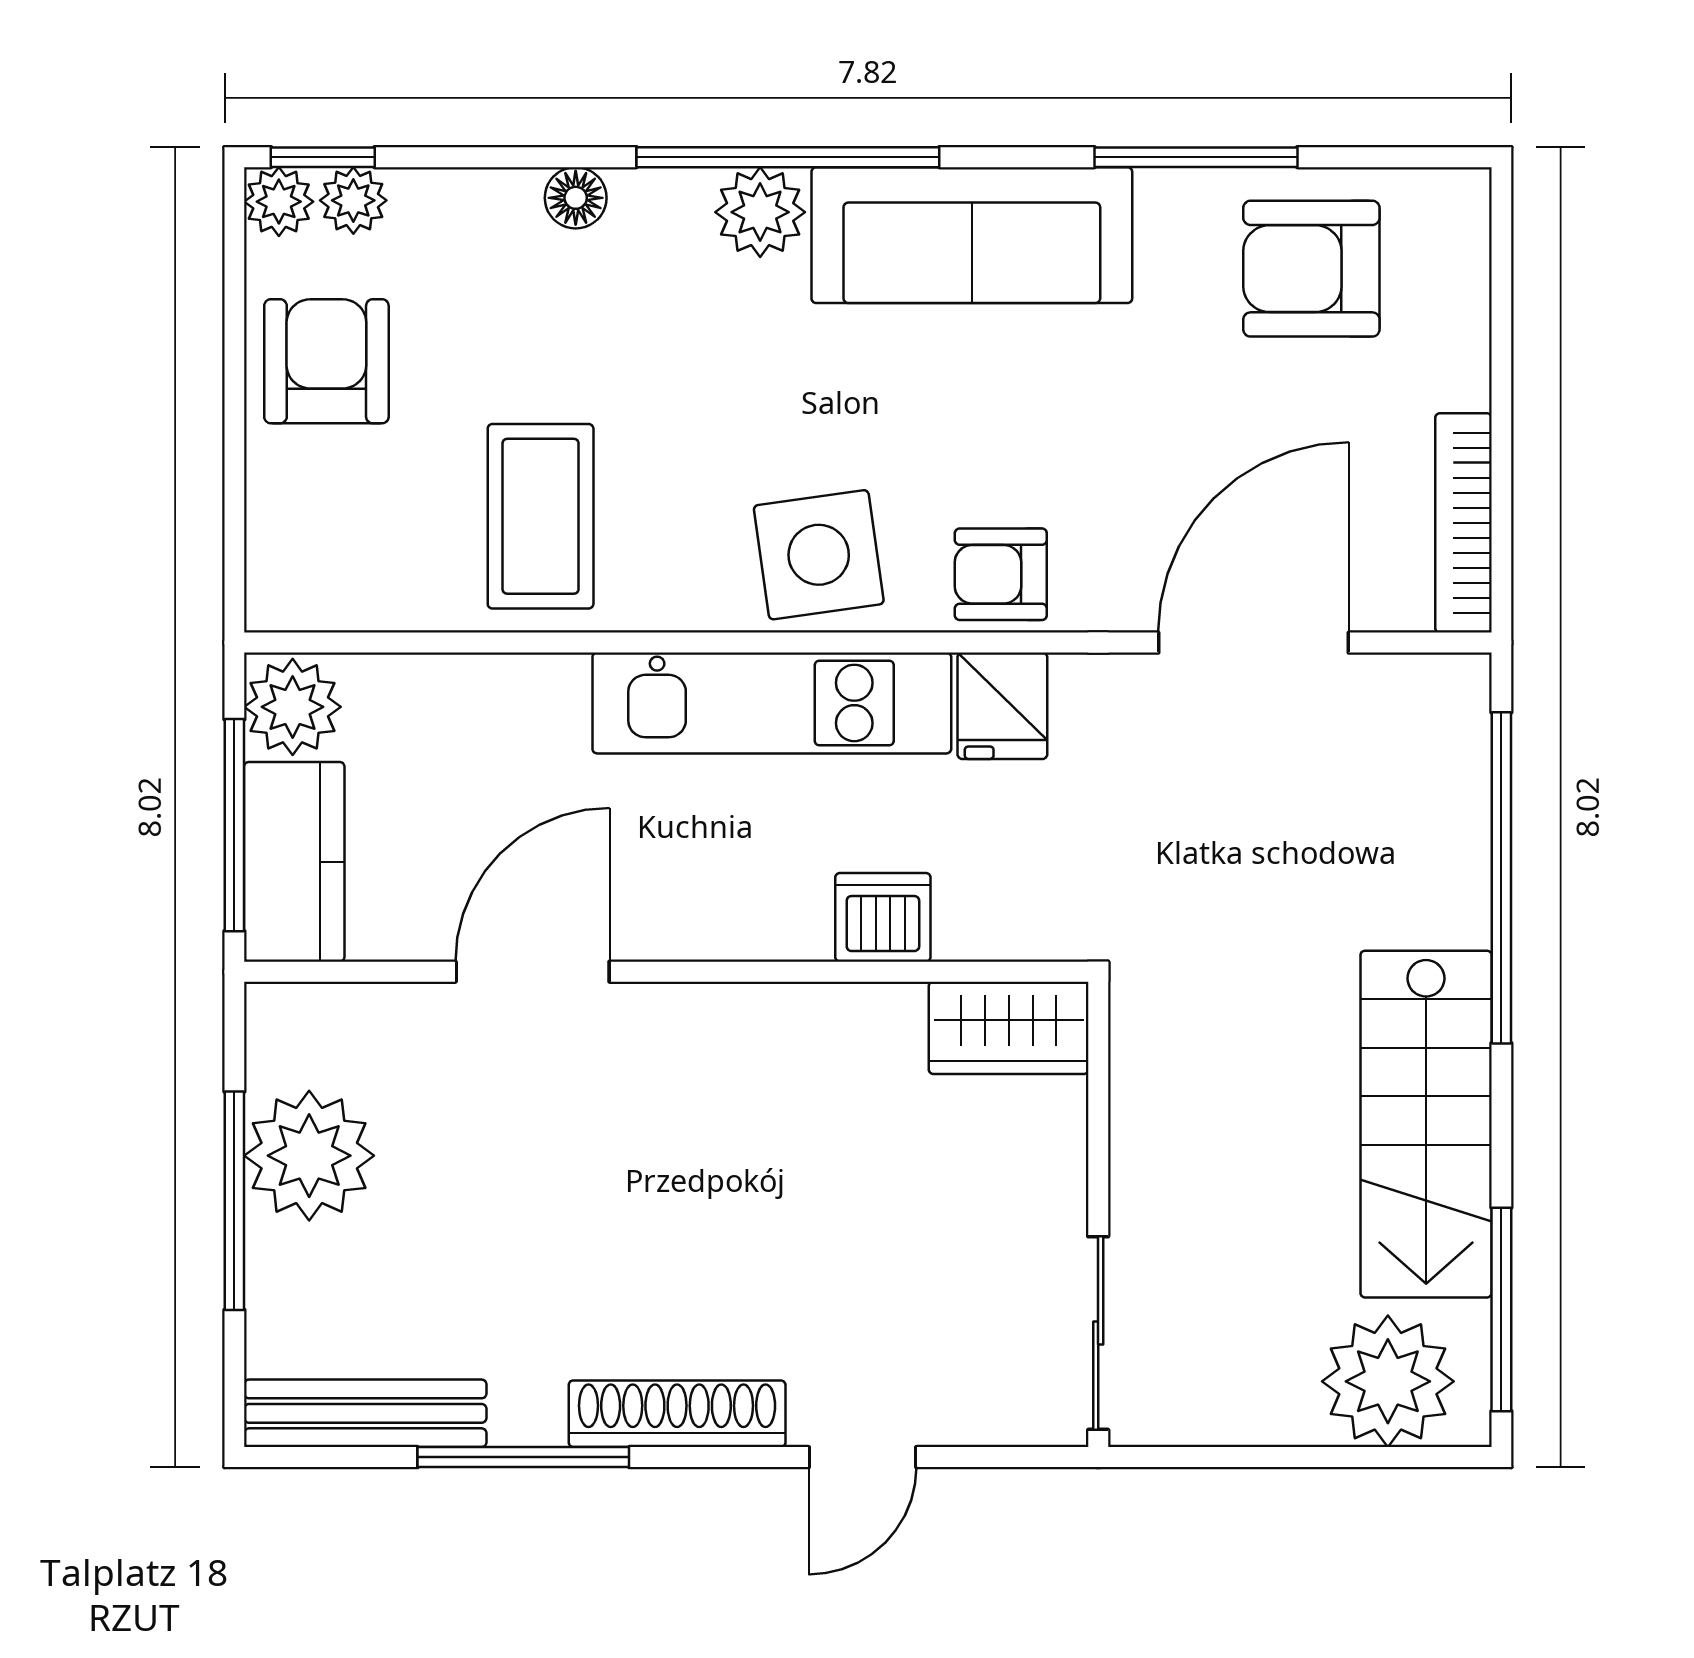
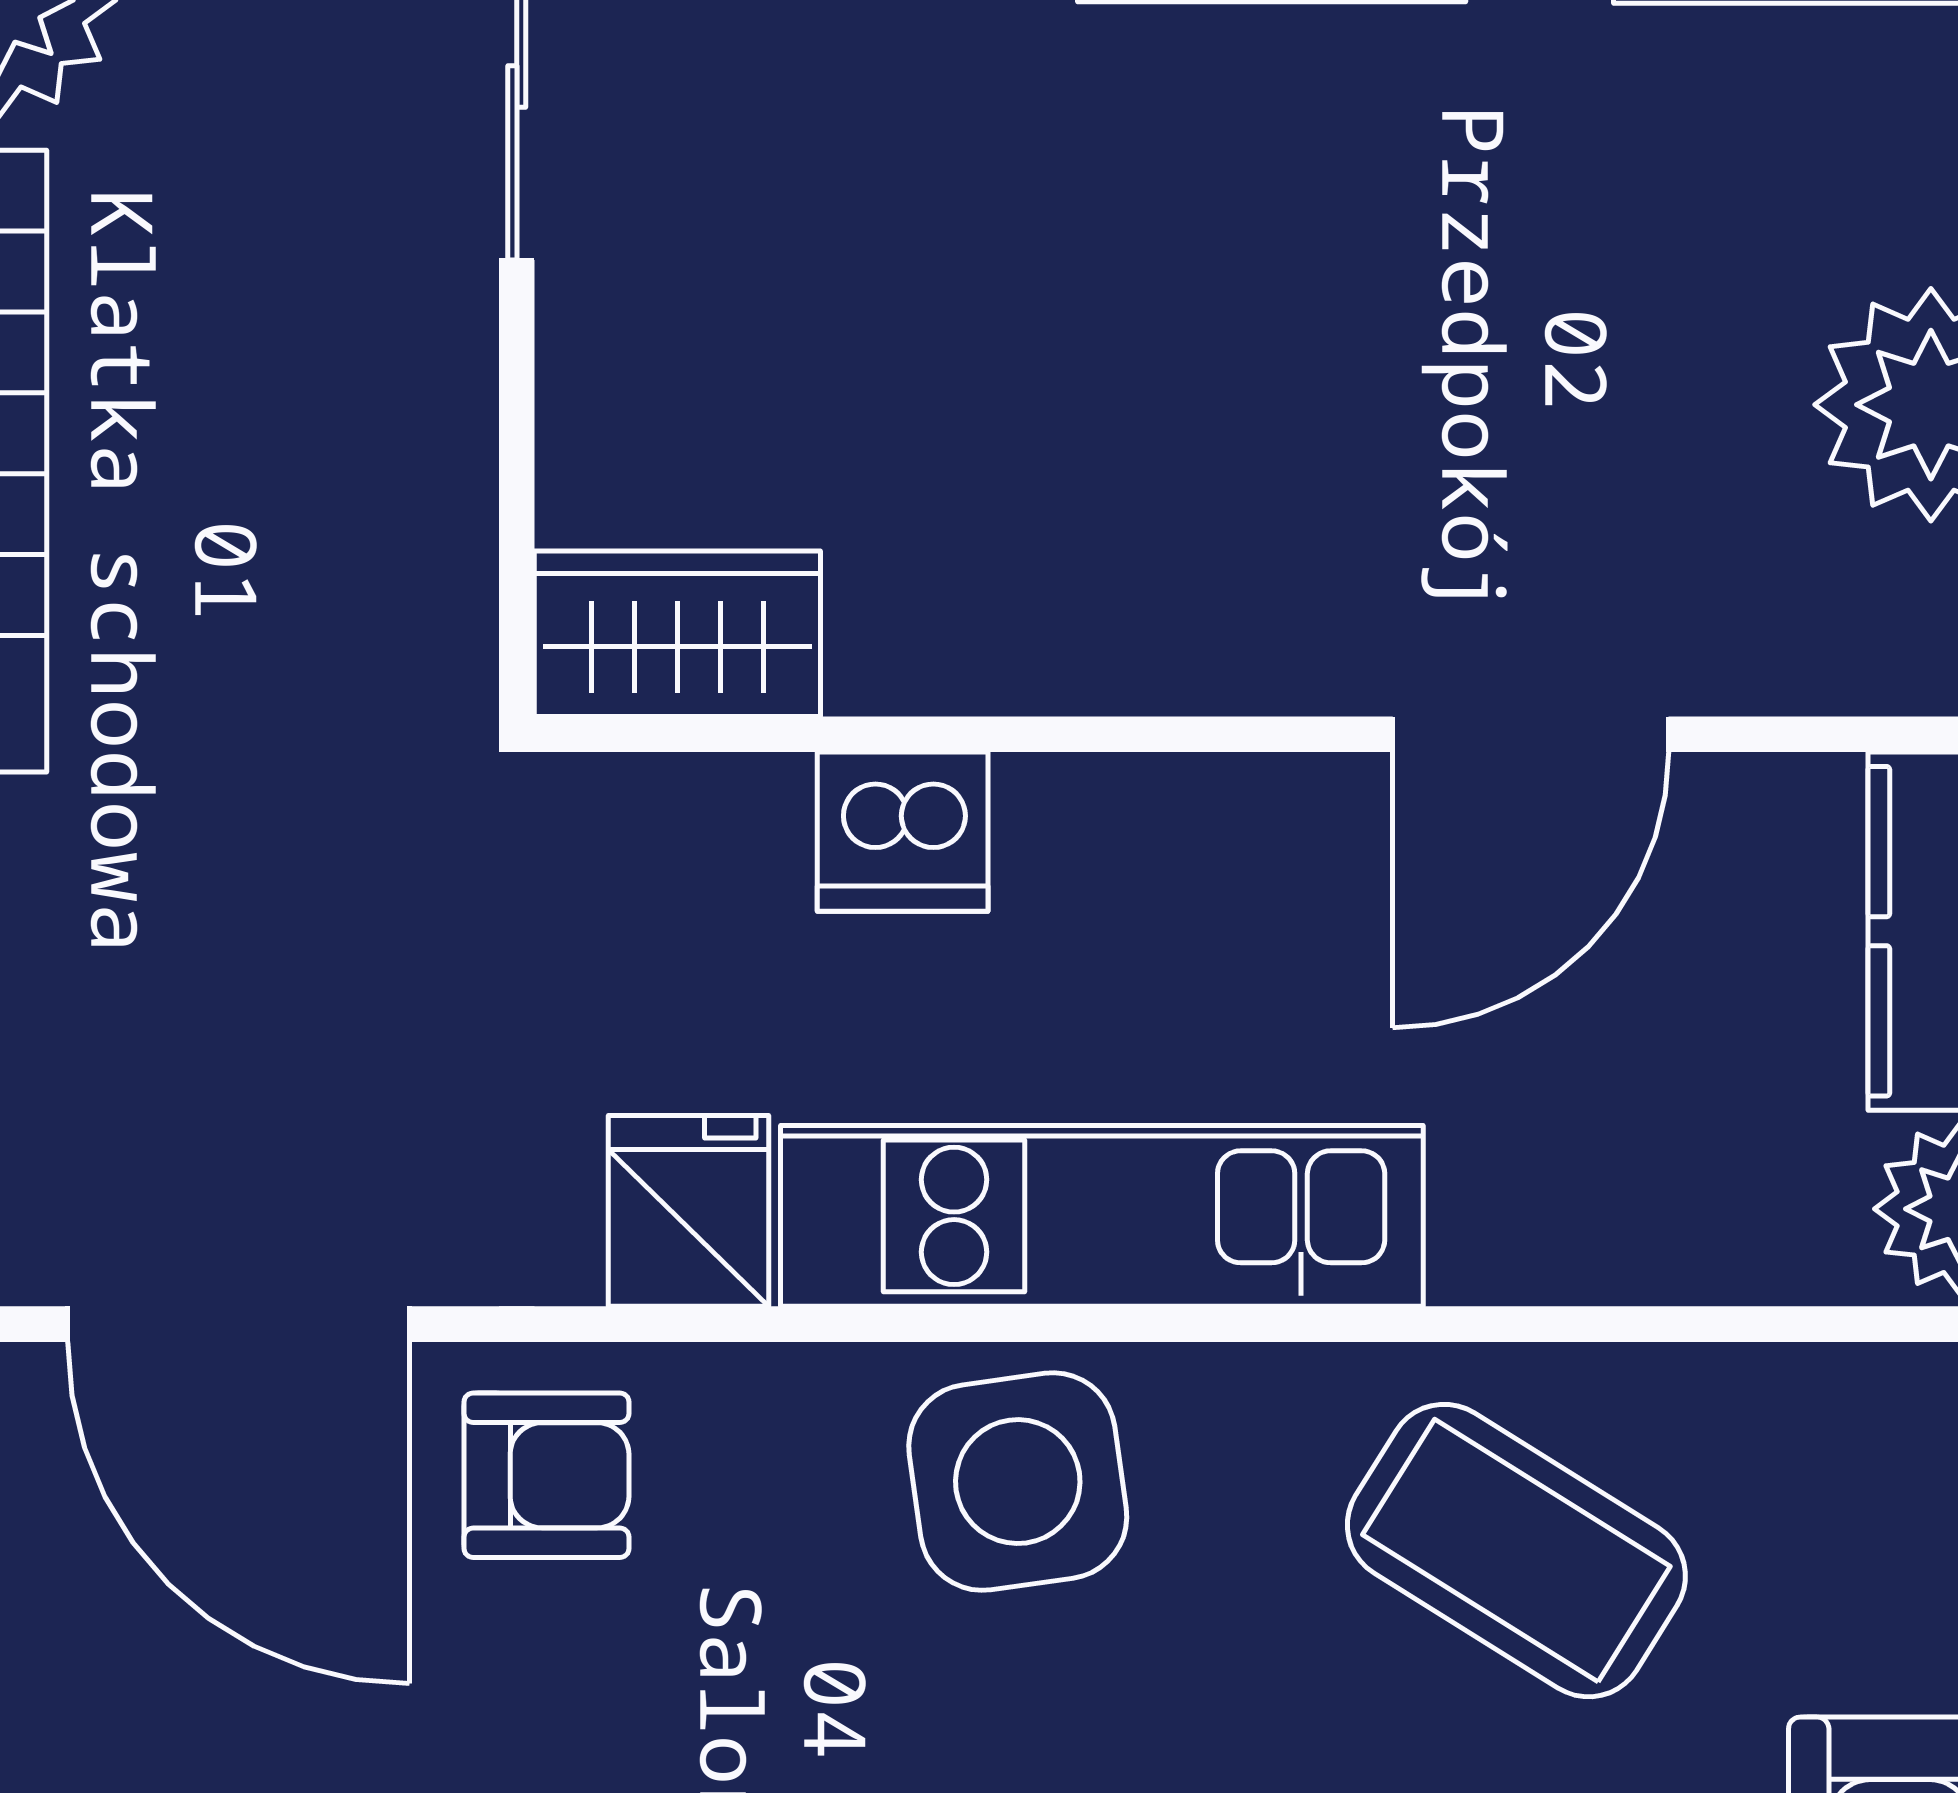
coffee table: (541, 516) -> (1516, 1551), turned -58
armchair: (1001, 574) -> (546, 1475), moved
door: (1254, 643) -> (238, 1324), hinge flipped

